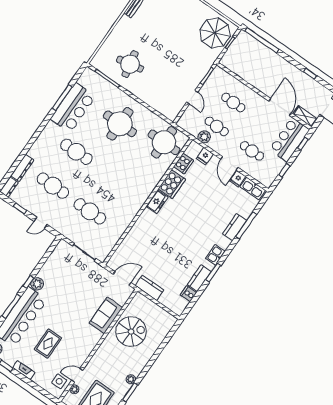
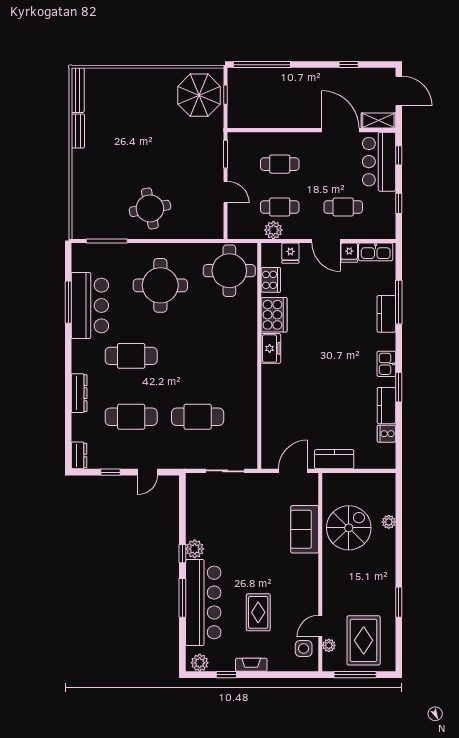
round table: (130, 64) -> (150, 208), moved
dresser: (22, 168) -> (79, 393), moved
plant: (131, 379) -> (389, 522), moved

